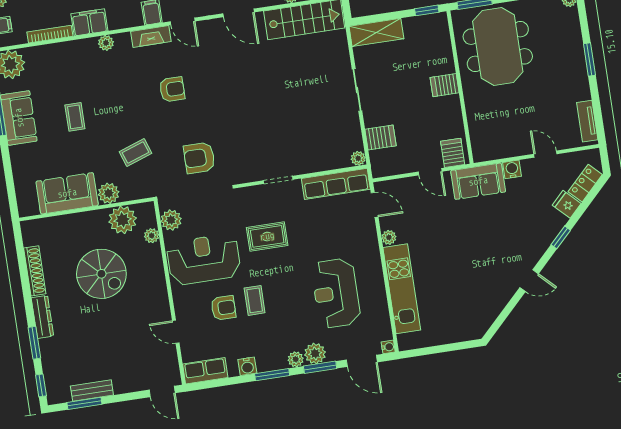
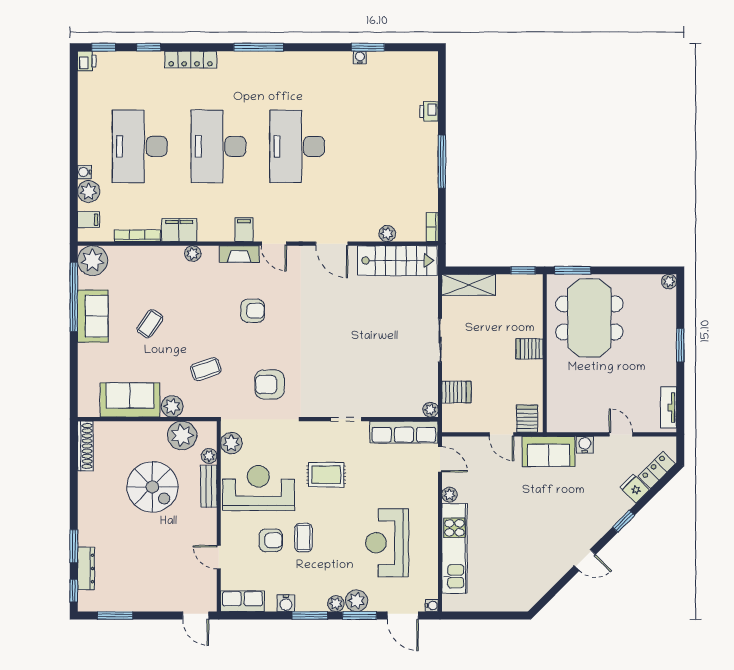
coffee table: (75, 117) -> (150, 324), turned 35
shoe rack: (35, 271) -> (85, 446), moved
dresser: (42, 317) -> (86, 568), moved
bench: (92, 391) -> (209, 486), moved, turned 90

